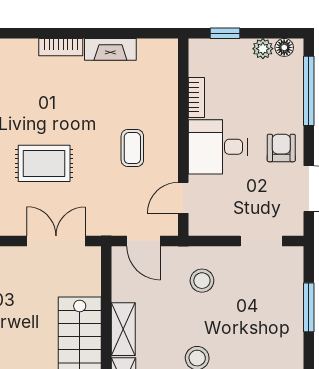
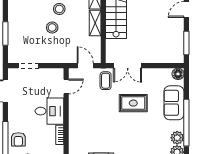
coffee table: (132, 148) -> (106, 81), moved
armchair: (281, 148) -> (18, 139), moved
stool: (202, 281) -> (52, 28), moved

